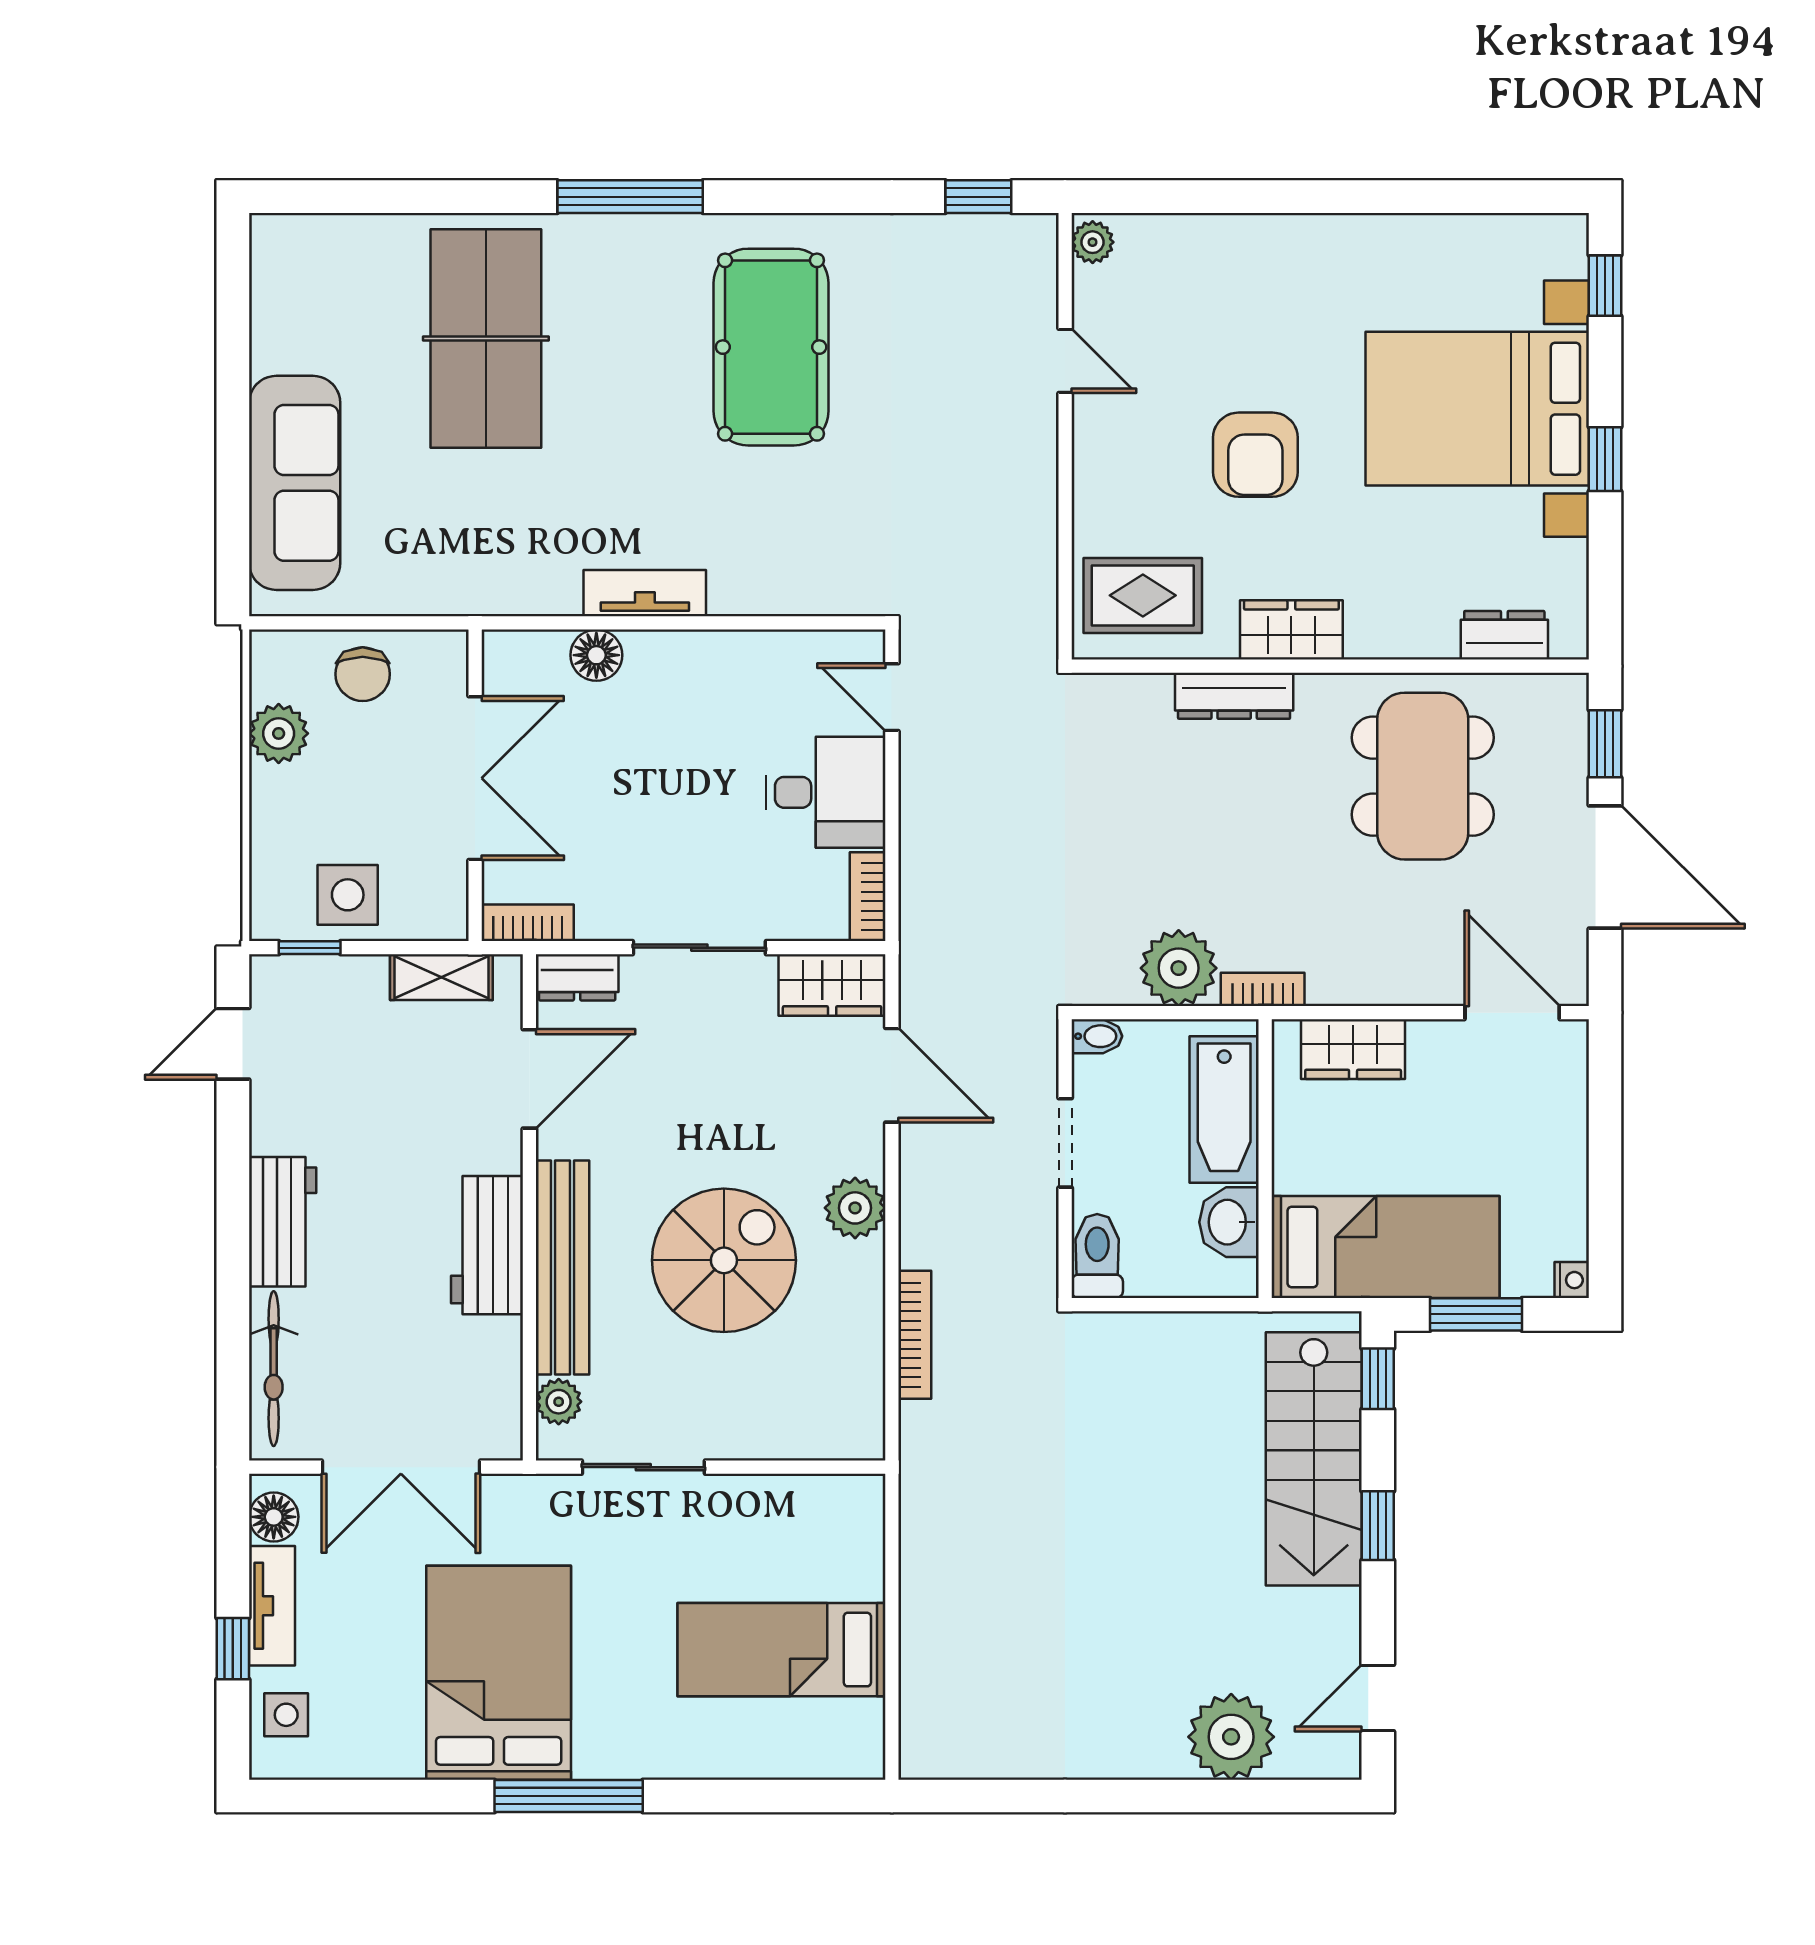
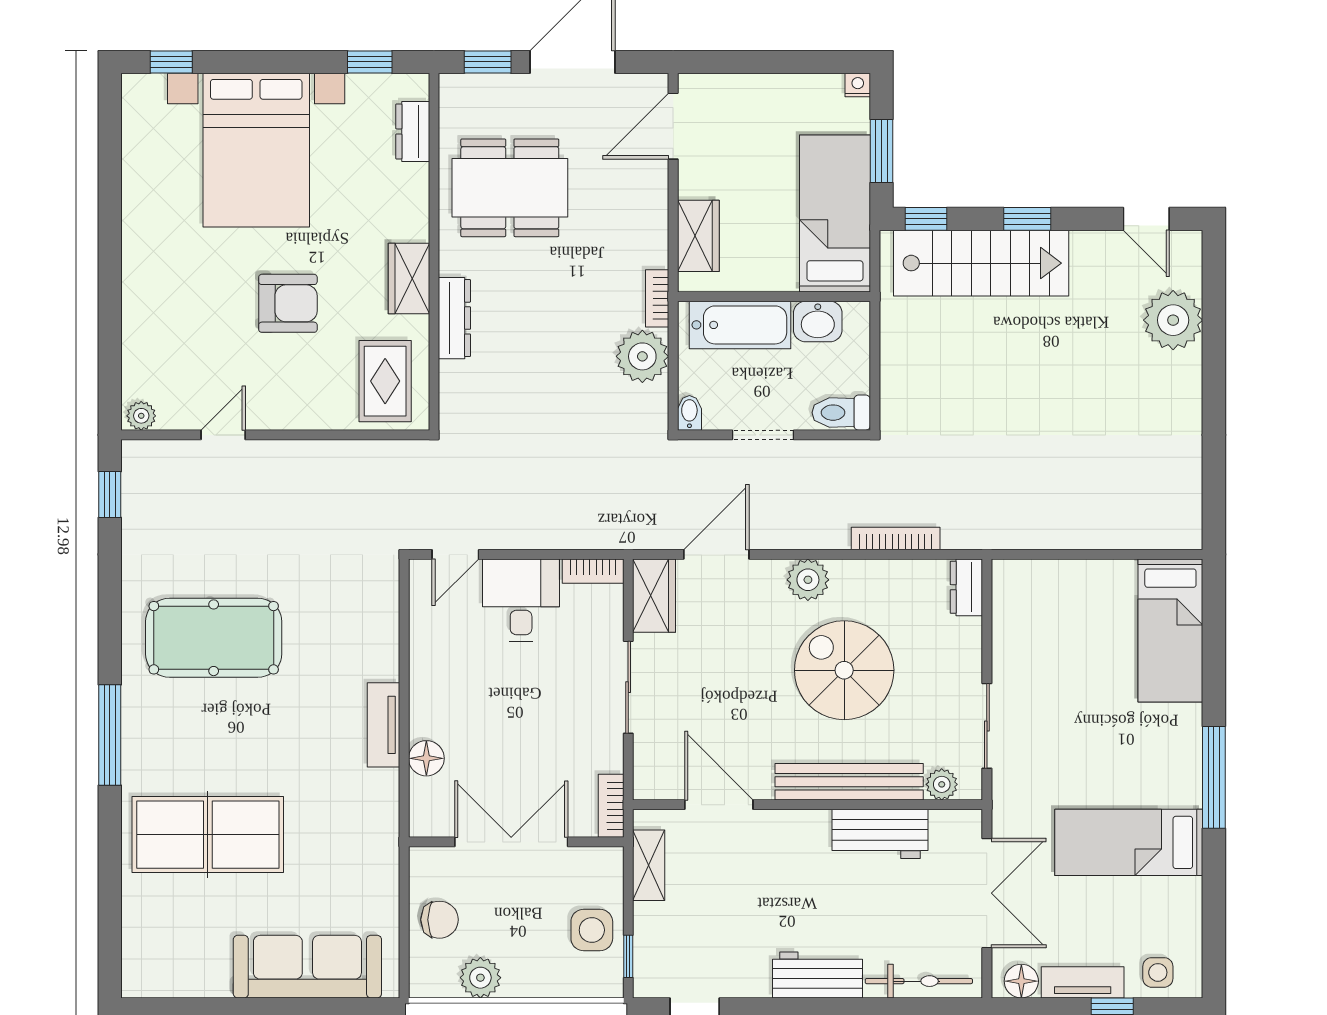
window: (1605, 459) -> (370, 62), moved
dresser: (577, 977) -> (966, 587), moved, turned 180
workbench: (487, 1245) -> (880, 834), moved
bed: (782, 1650) -> (1170, 630), moved
bed: (499, 1673) -> (1129, 842), width x0.67

